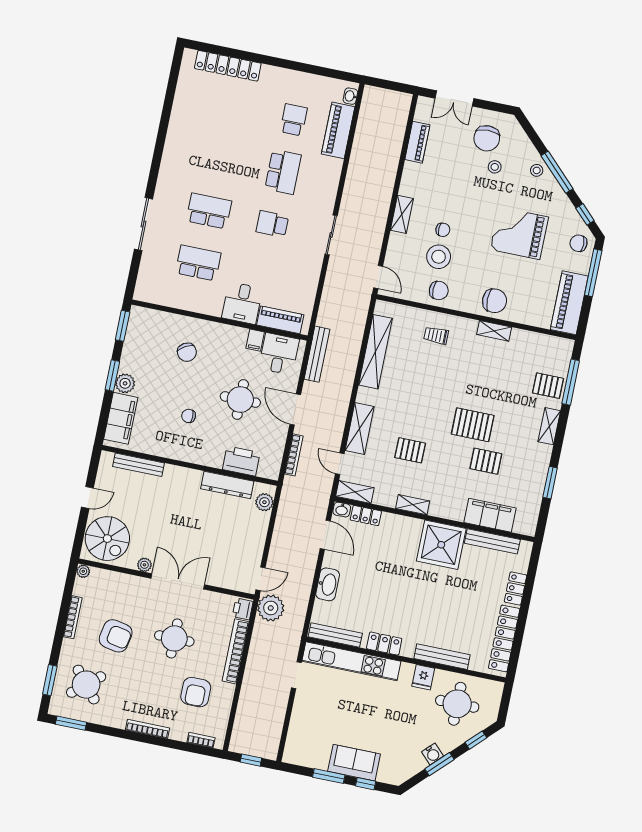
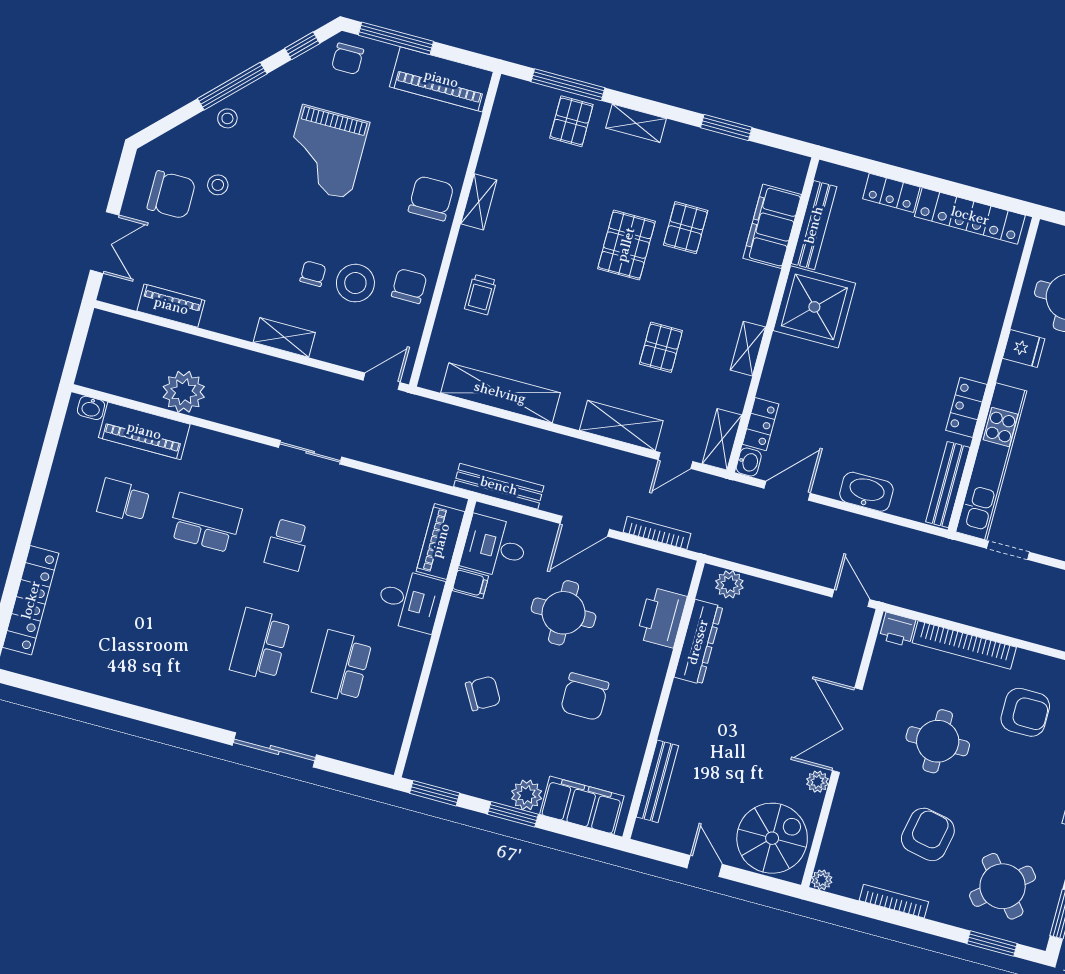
chair: (189, 416) -> (585, 697), width x1.87, depth x1.87
plant: (271, 608) -> (184, 392), moved
bench: (442, 657) -> (993, 317), removed

